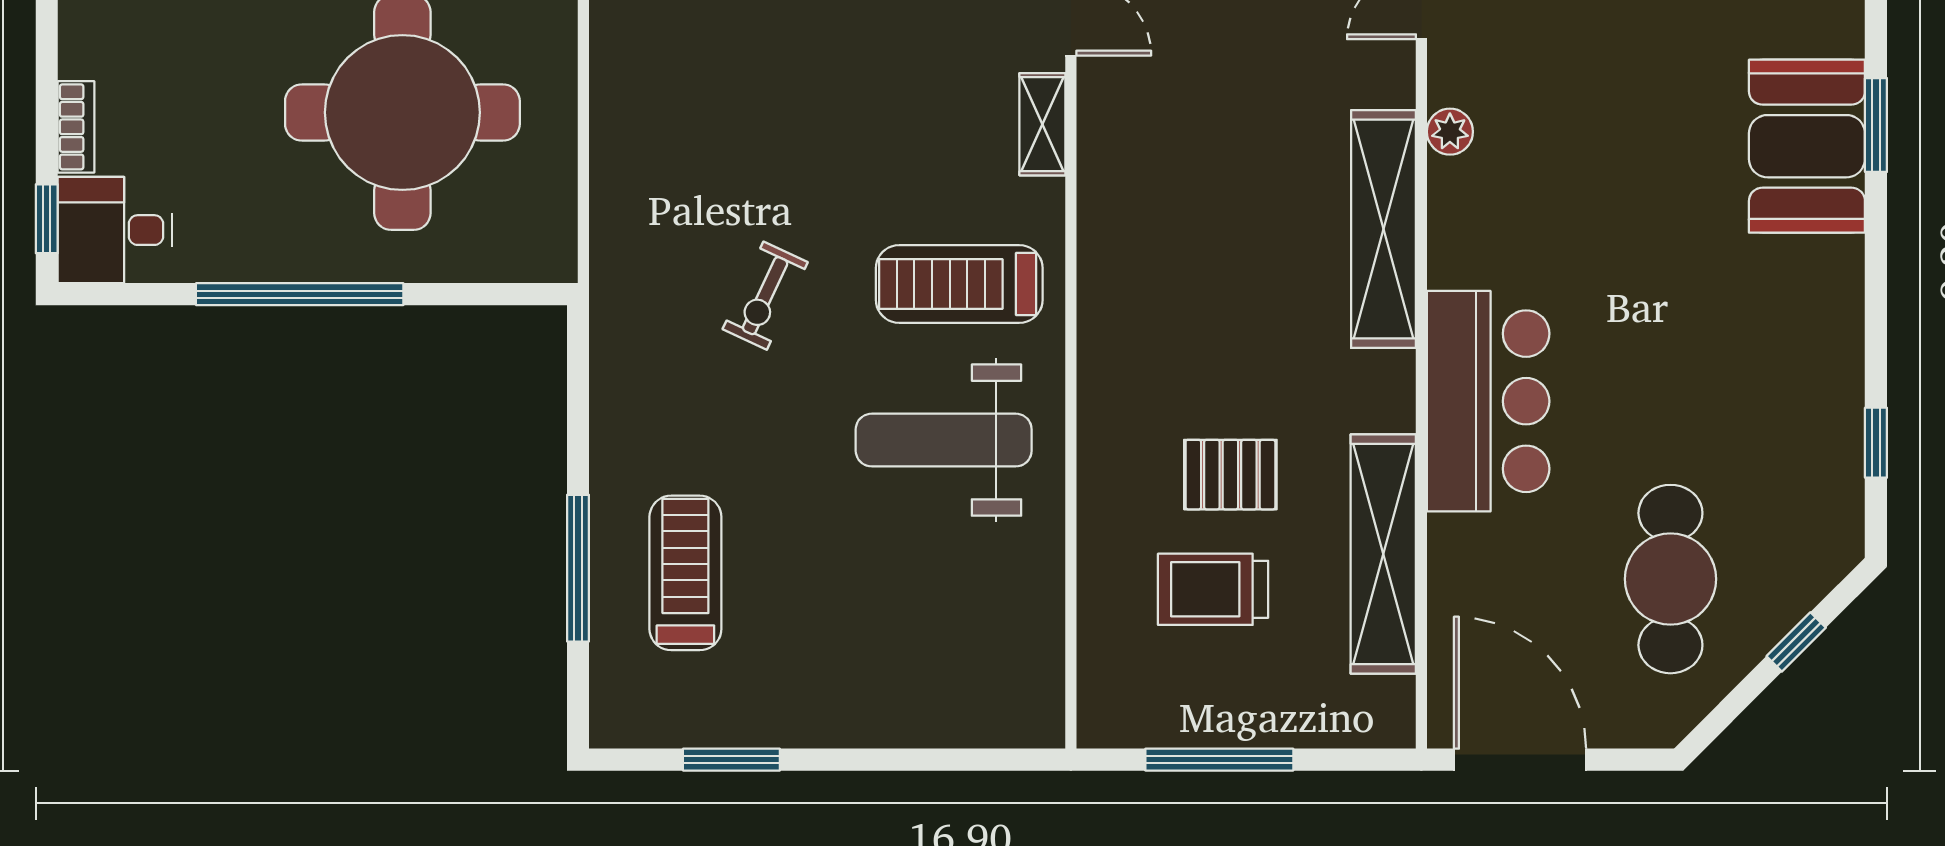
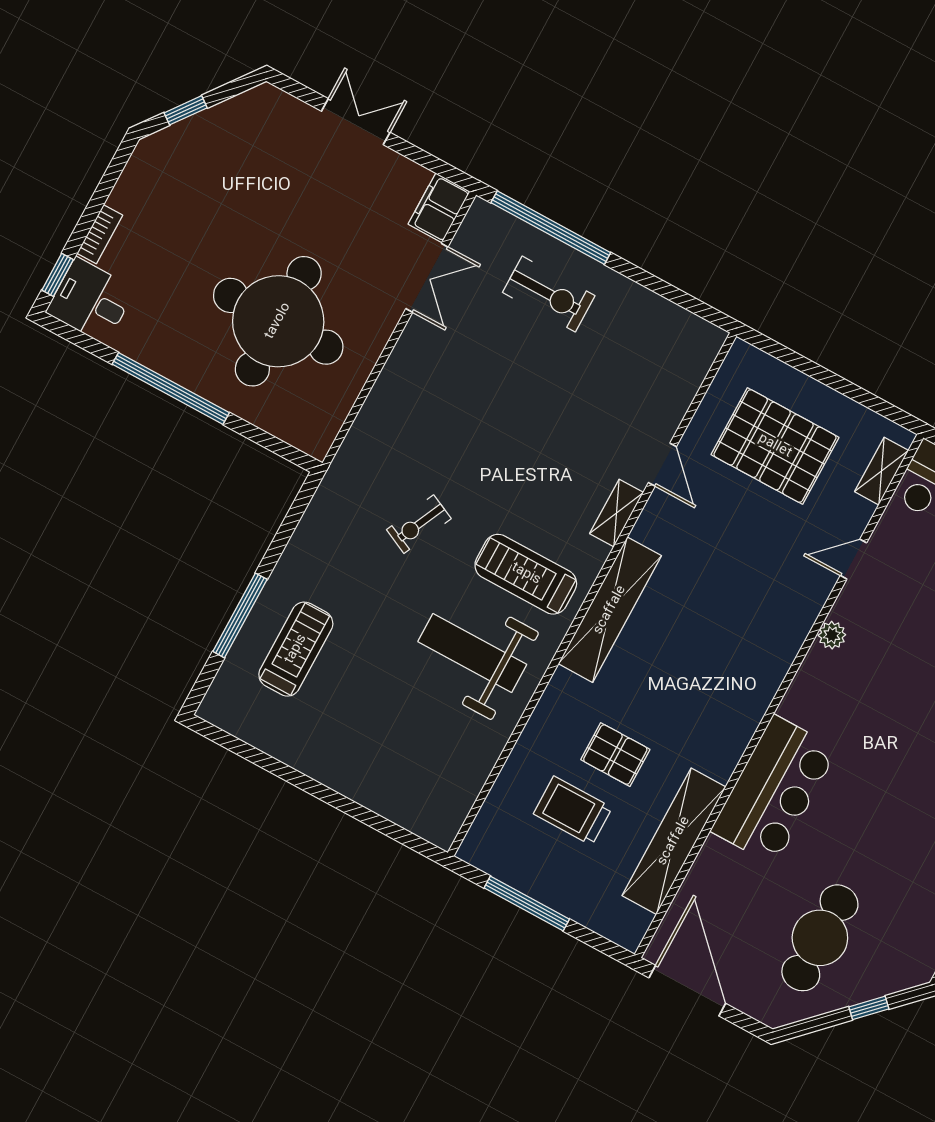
shelving: (1383, 229) -> (610, 610), moved
window: (731, 760) -> (266, 762), removed

